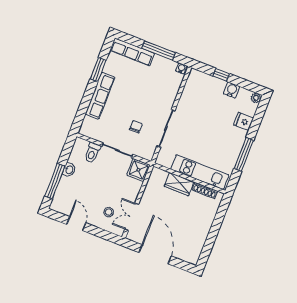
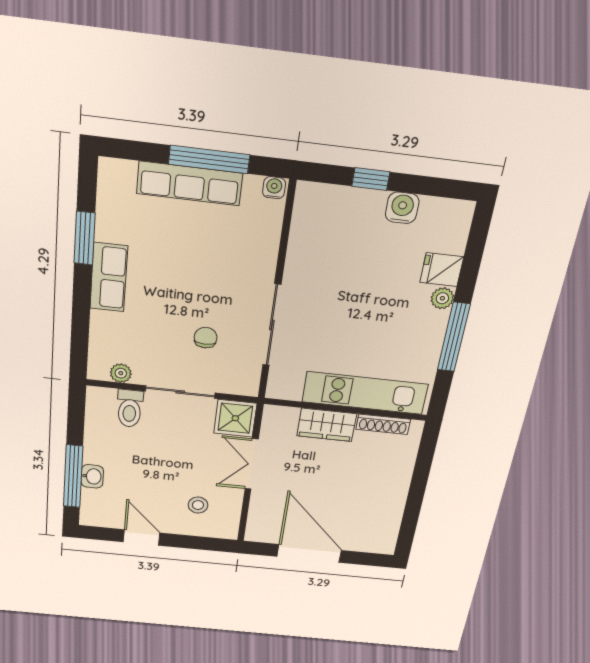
row of seats: (132, 52) -> (190, 183), moved
row of seats: (100, 96) -> (109, 277), width x0.68
plant: (256, 98) -> (442, 298), moved
plant: (94, 134) -> (121, 373), added
washbasin: (69, 170) -> (92, 476), moved
double door: (132, 217) -> (252, 464), moved

